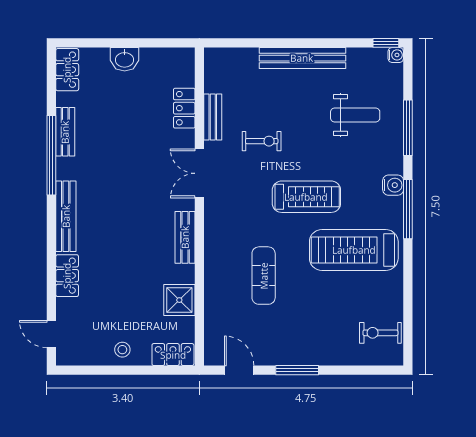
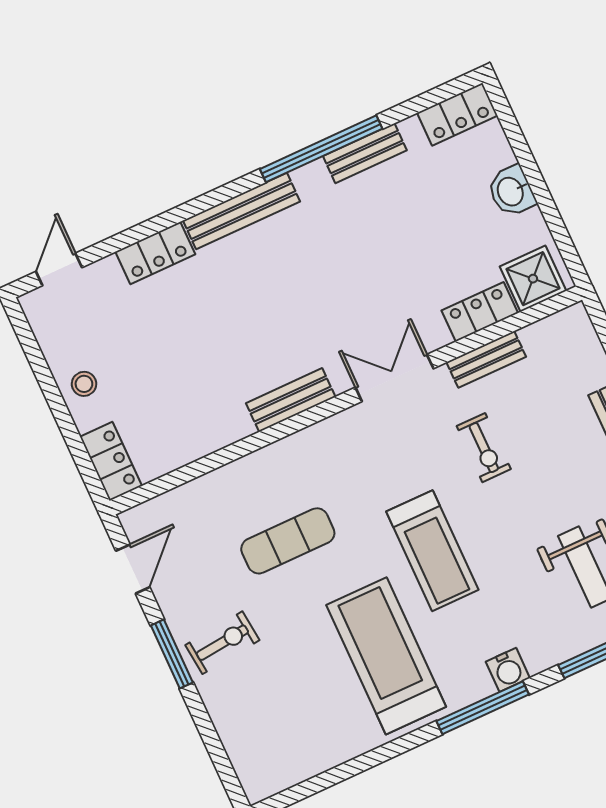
shower: (179, 300) -> (533, 279), moved
exercise bike: (380, 333) -> (222, 643), moved, turned 84

